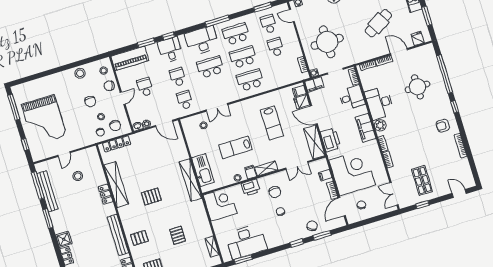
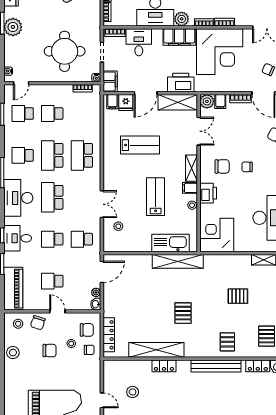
school desk: (236, 34) -> (23, 155), width x0.54
lab bench: (235, 147) -> (156, 197), turned 180
plant: (322, 165) -> (207, 101), added
corner desk: (352, 173) -> (220, 52), moved, turned 180

